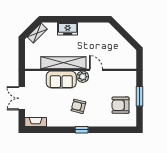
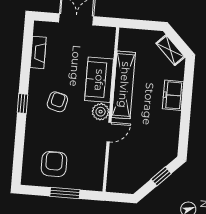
window: (123, 32) -> (161, 176), added
fireplace: (36, 122) -> (38, 52), moved

